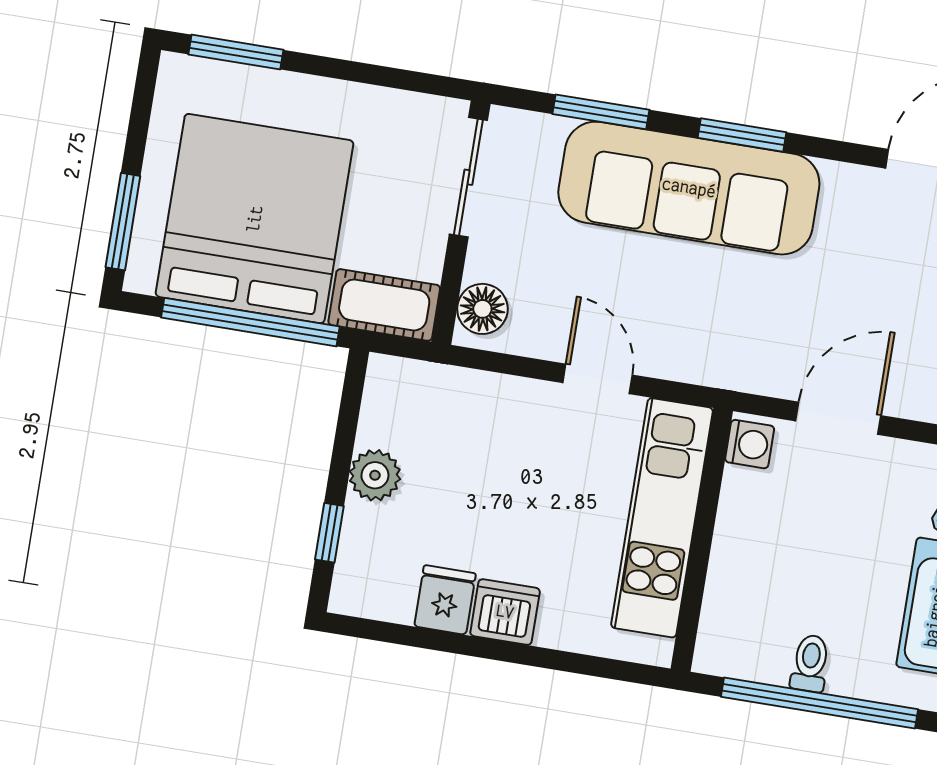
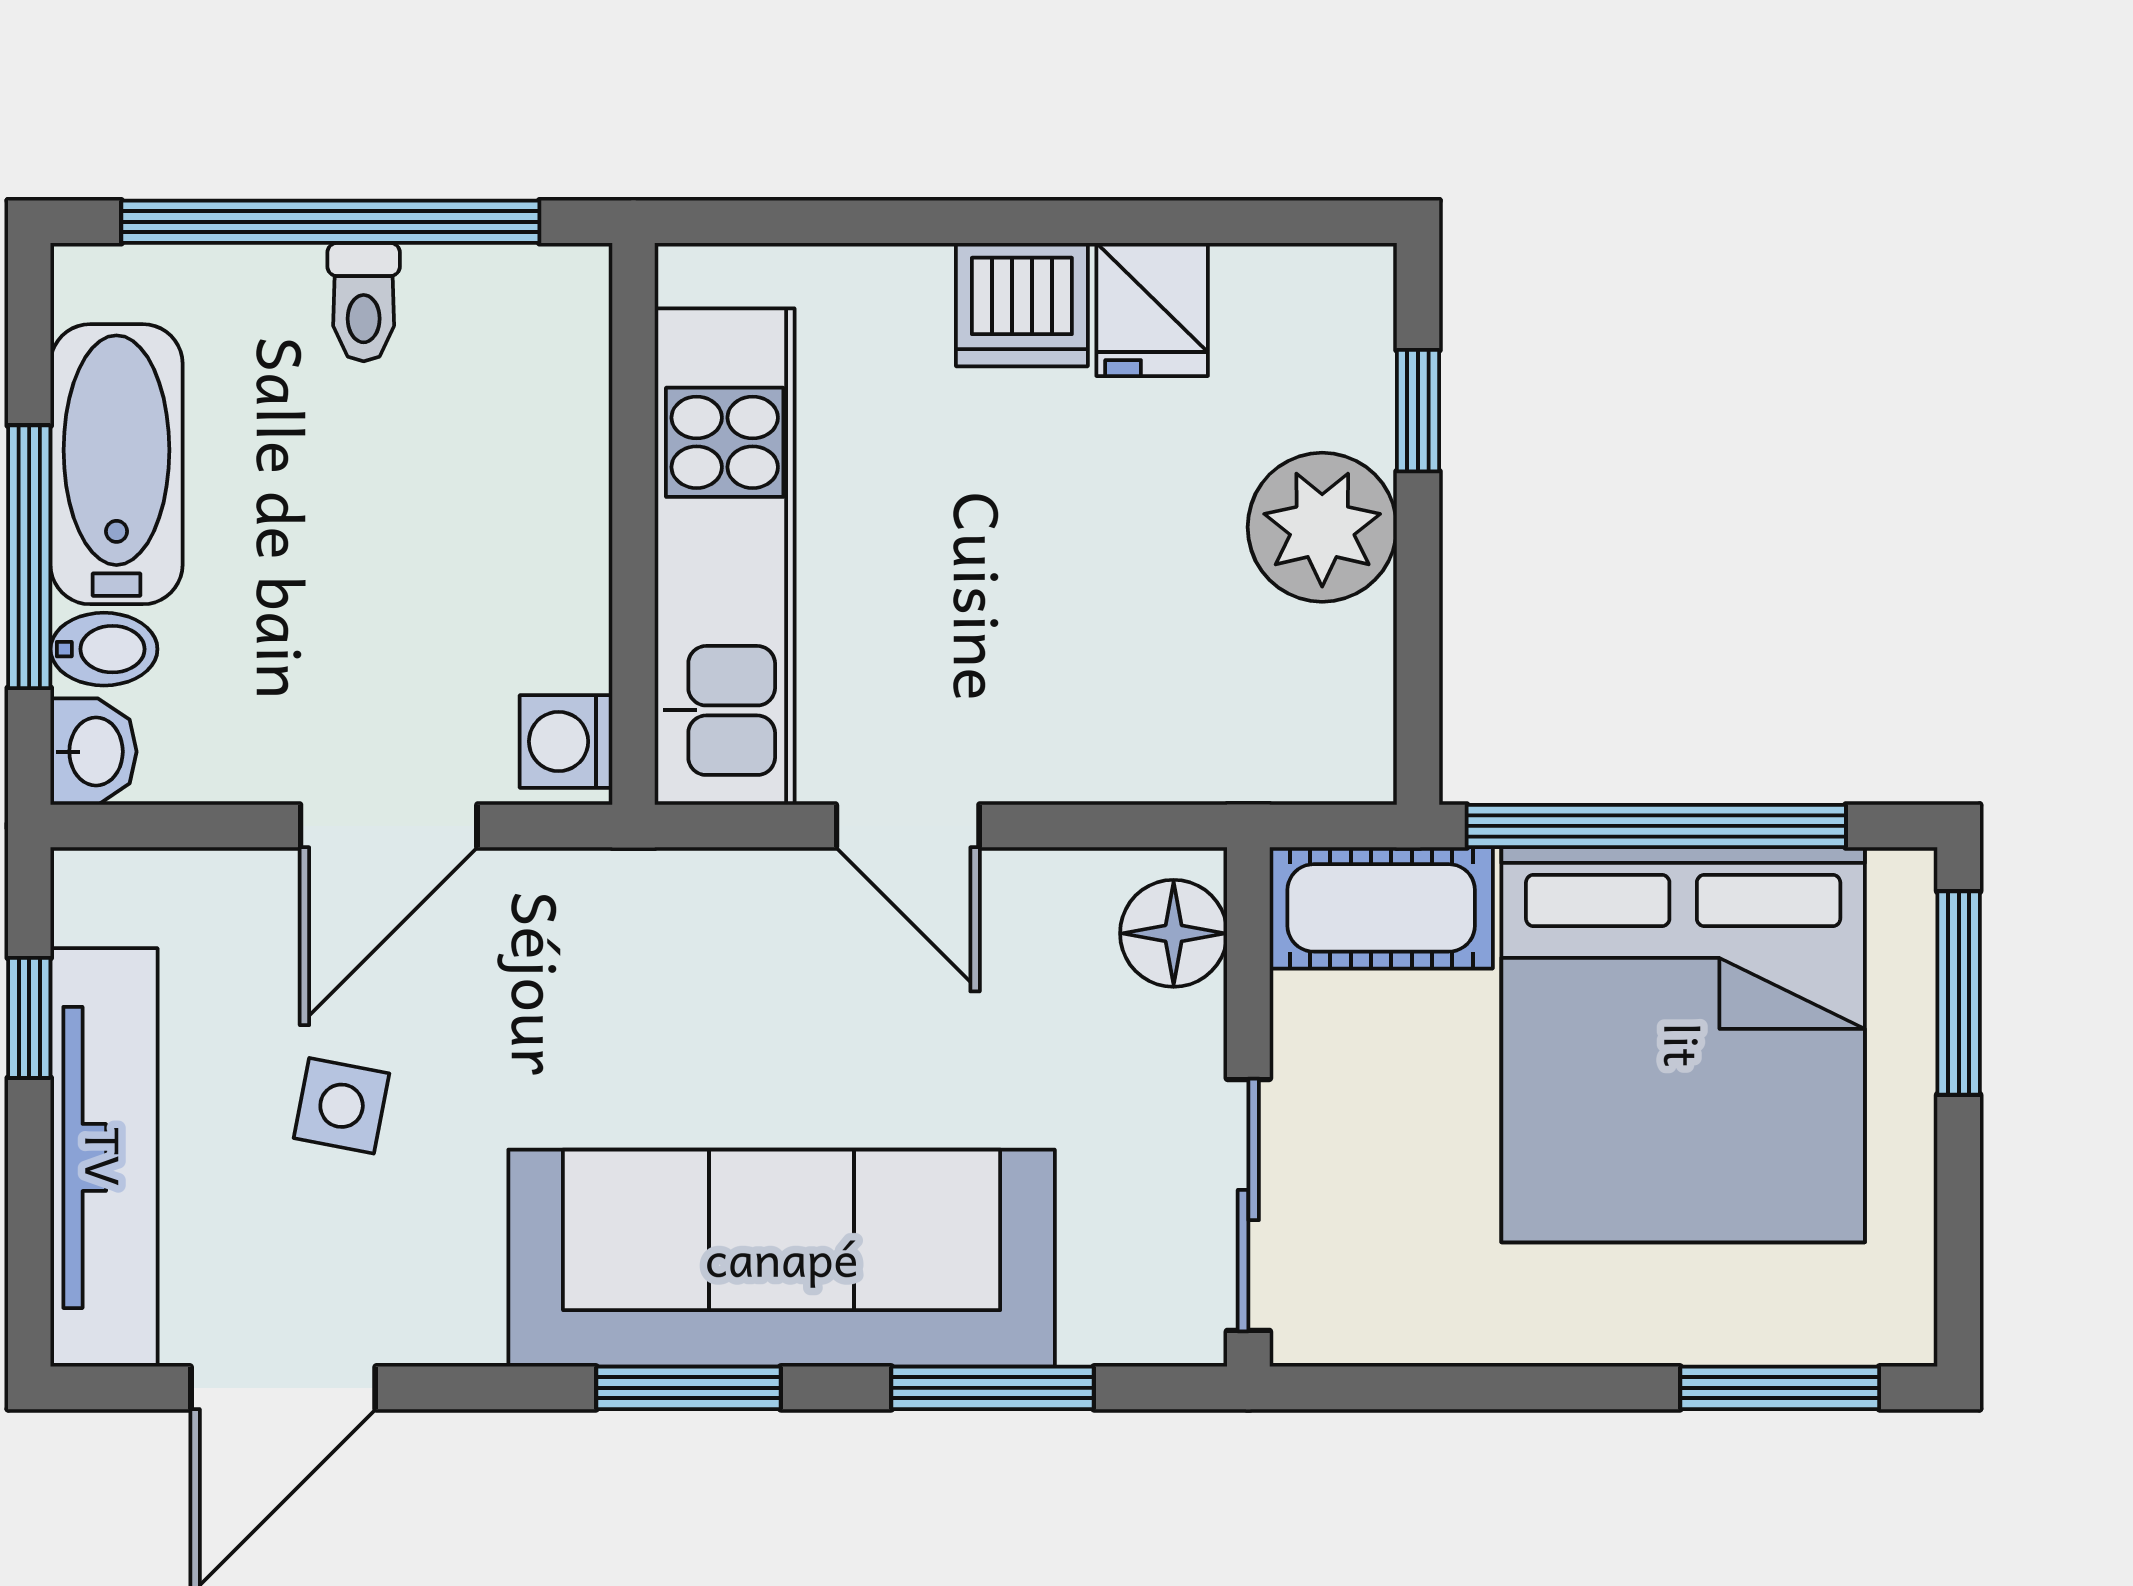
side table: (881, 292) -> (342, 1106), added
plant: (375, 475) -> (1322, 527), width x1.36, depth x1.36

